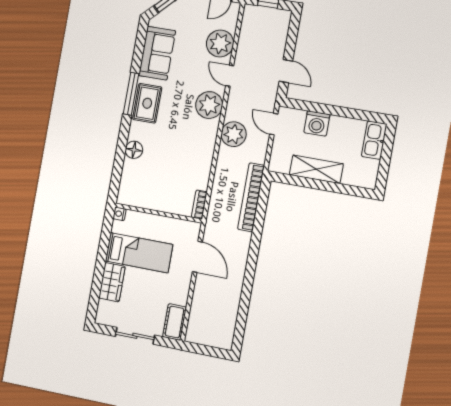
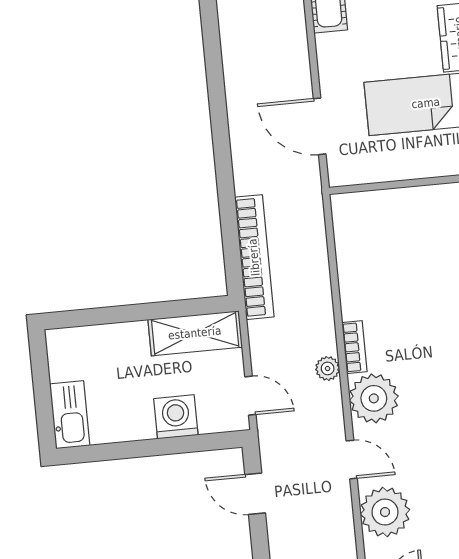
plant: (234, 134) -> (328, 368), width x0.53, depth x0.53
shelving: (316, 169) -> (195, 333), moved
bookcase: (199, 205) -> (354, 347), moved

